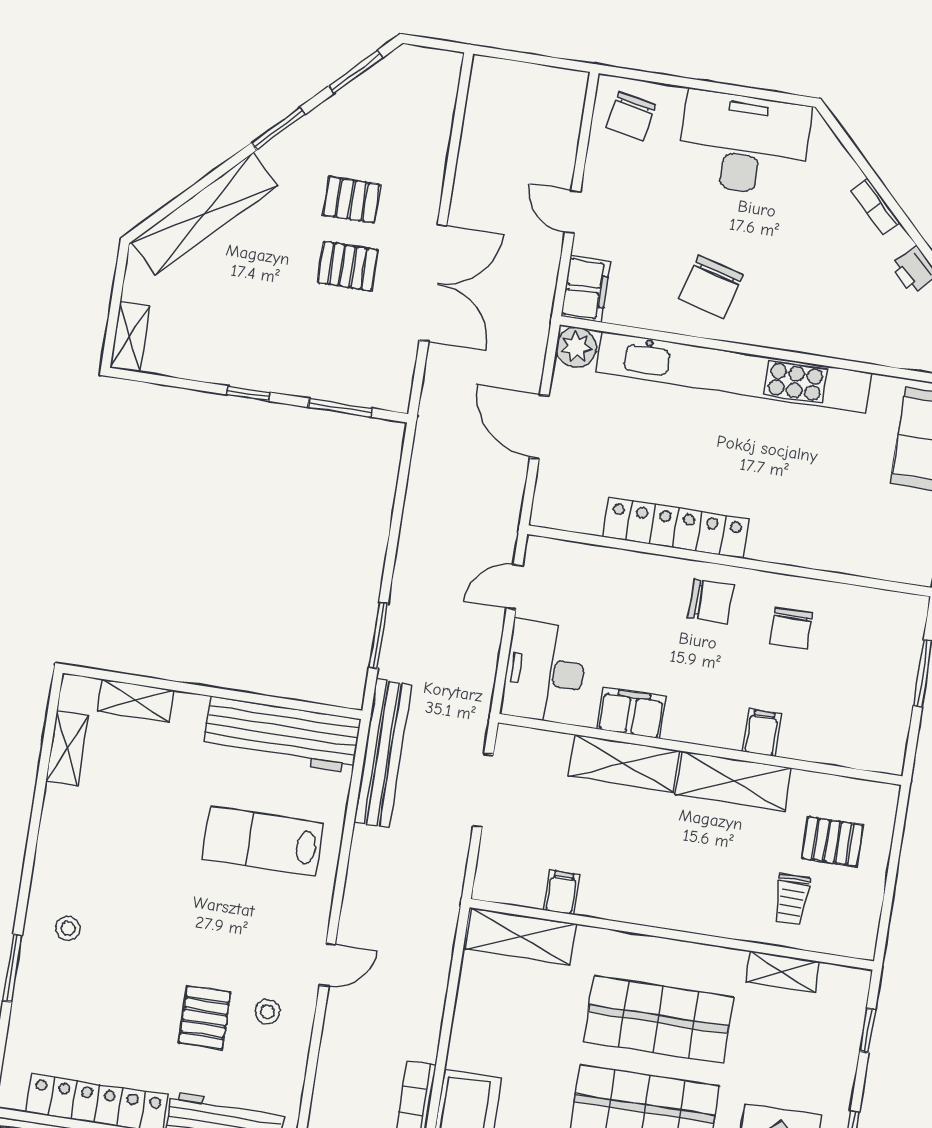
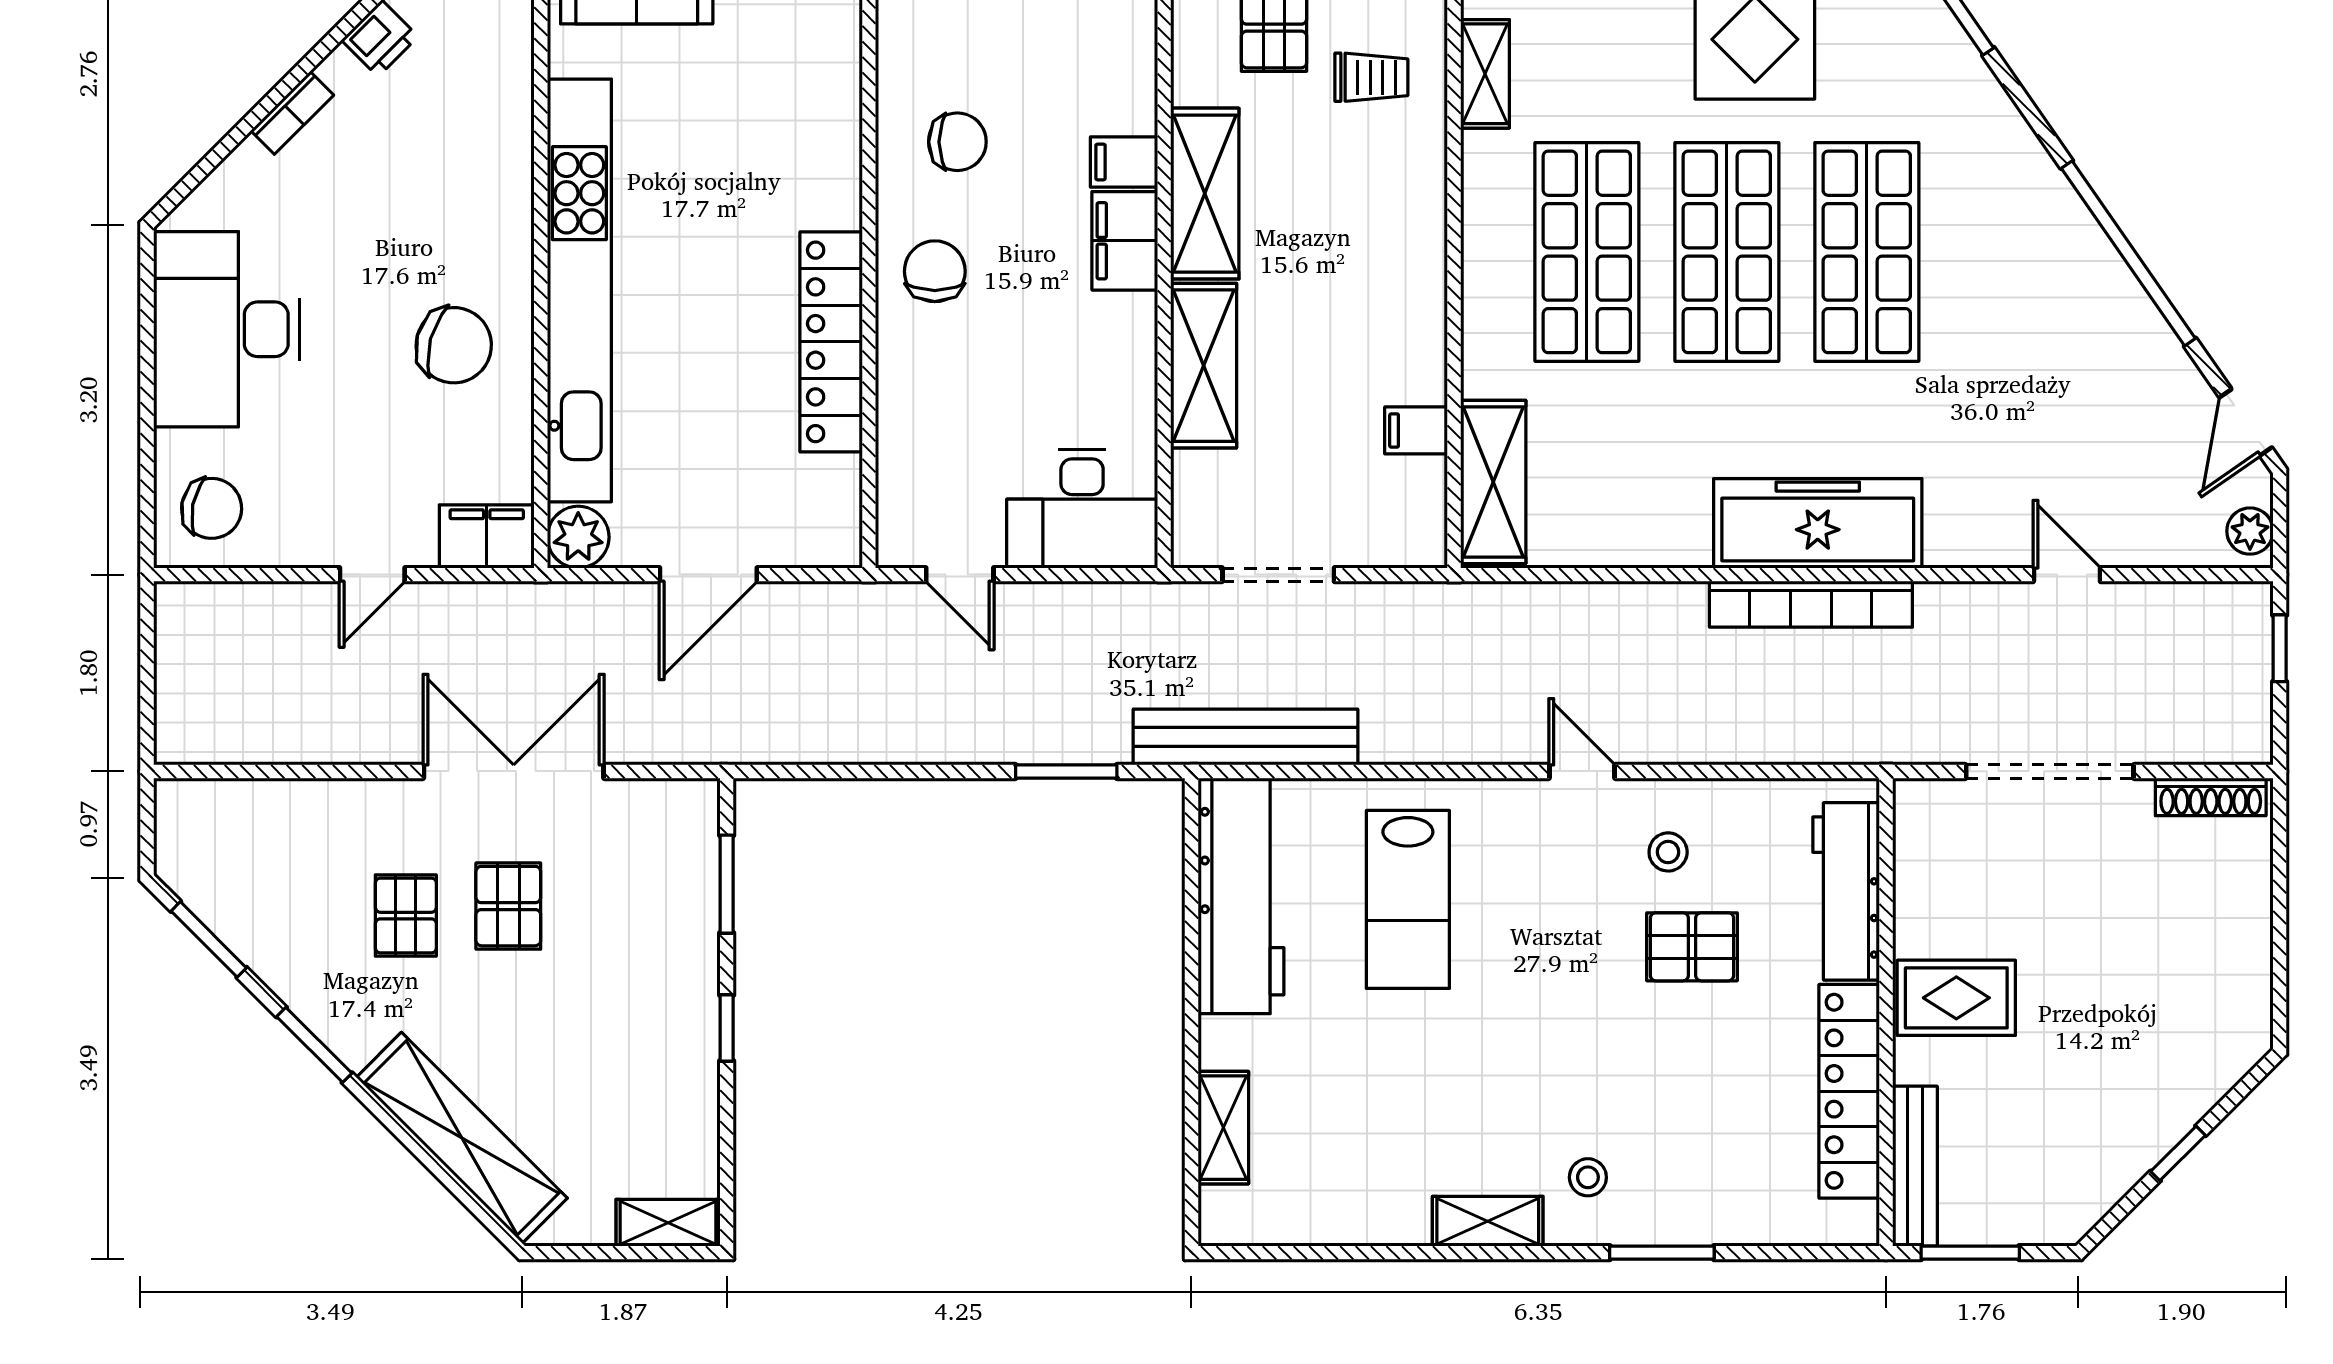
filing cabinet: (631, 713) -> (1125, 241), moved
shelving: (67, 749) -> (1488, 1221), moved

